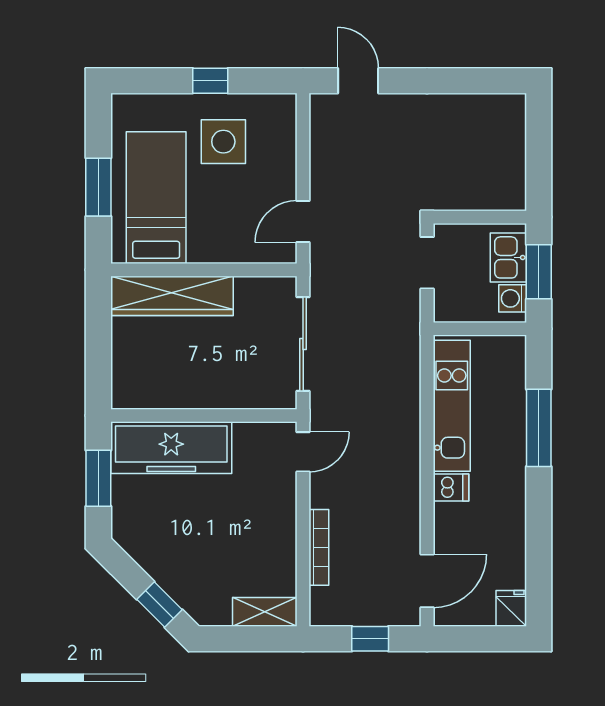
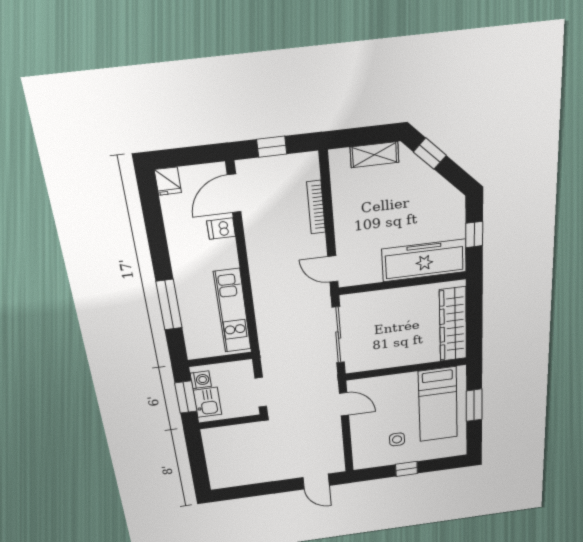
side table: (223, 142) -> (397, 439), width x0.54, depth x0.54
door: (303, 222) -> (344, 404), hinge flipped
wardrobe: (172, 296) -> (453, 324), moved, turned -90
door: (303, 452) -> (333, 269), hinge flipped
window: (98, 478) -> (474, 234), width x0.67
dishwasher: (451, 487) -> (221, 229), moved
shelving: (265, 612) -> (374, 155), moved

